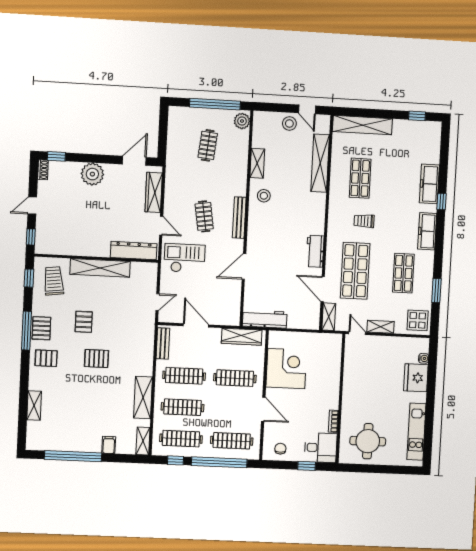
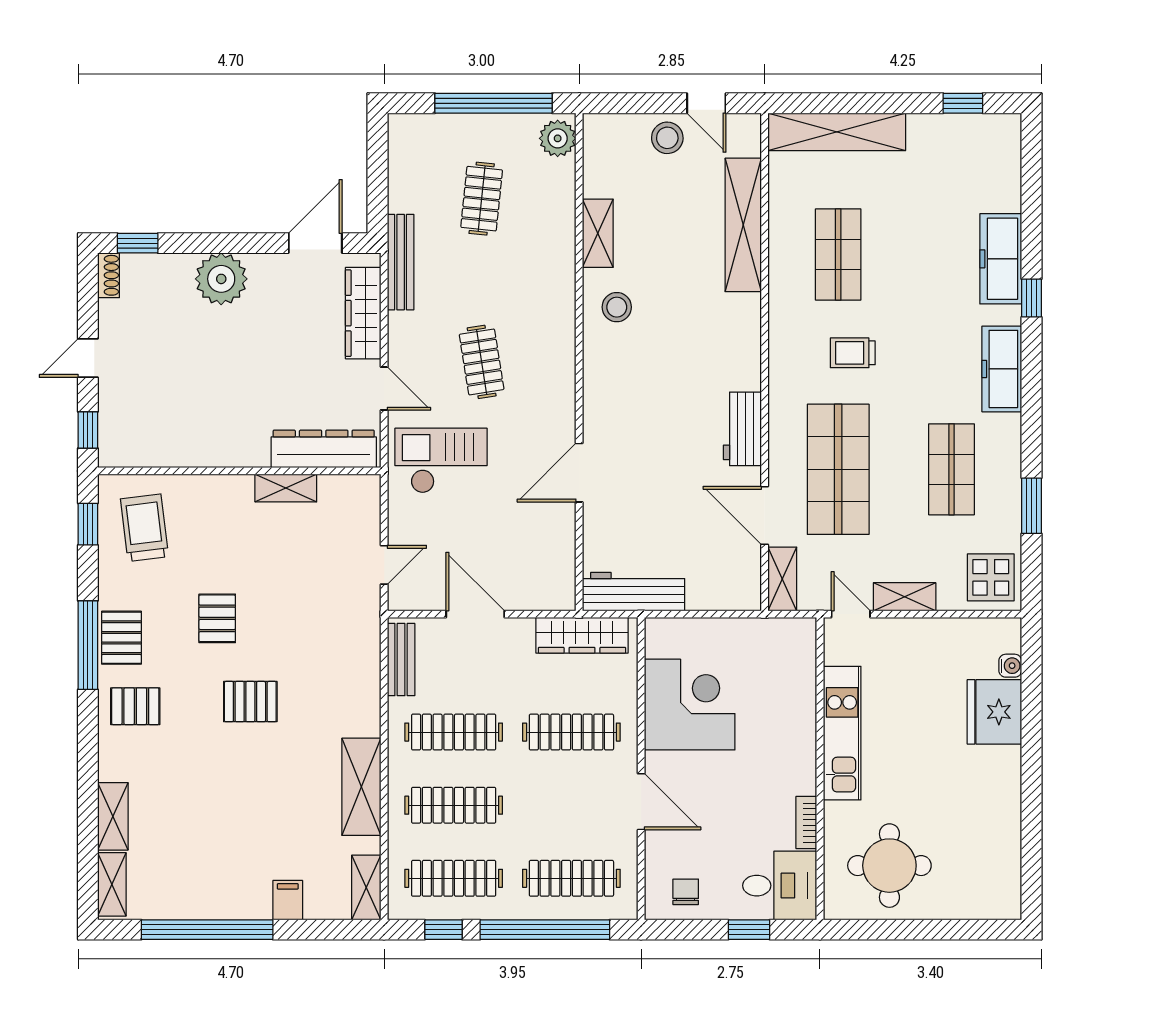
bench: (239, 218) -> (401, 262), moved
shelving: (100, 268) -> (286, 488), width x0.45, depth x0.75
kitchen unit: (416, 432) -> (842, 733), moved, turned 180
shelving: (32, 435) -> (112, 884), added

